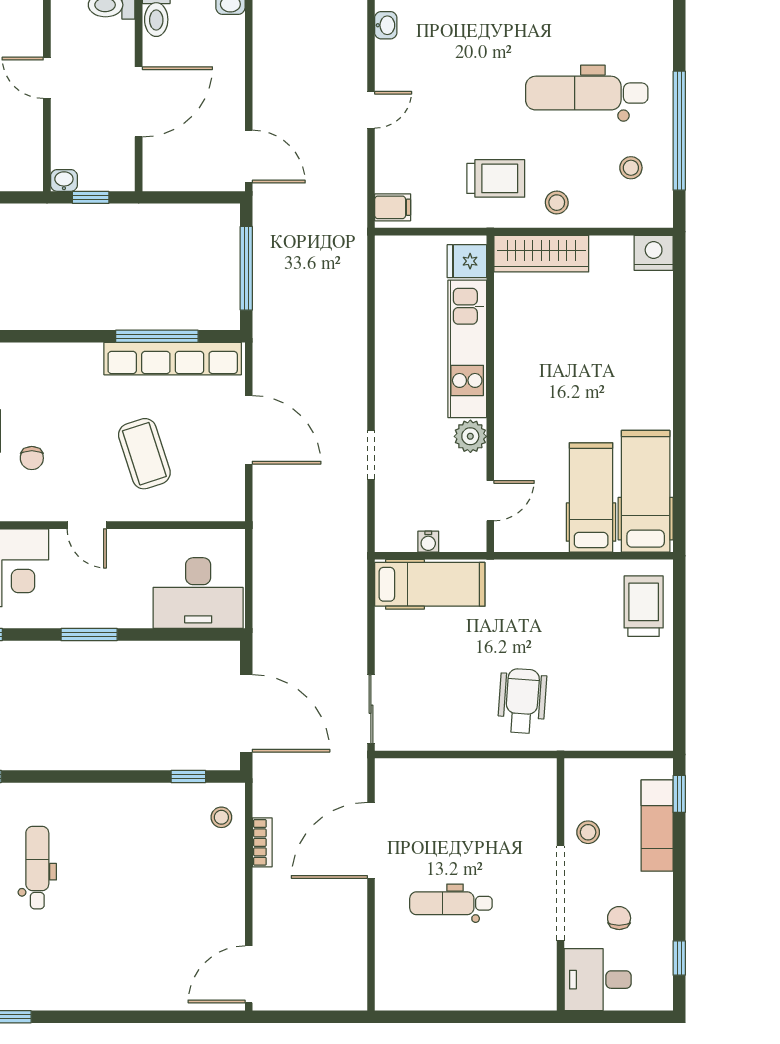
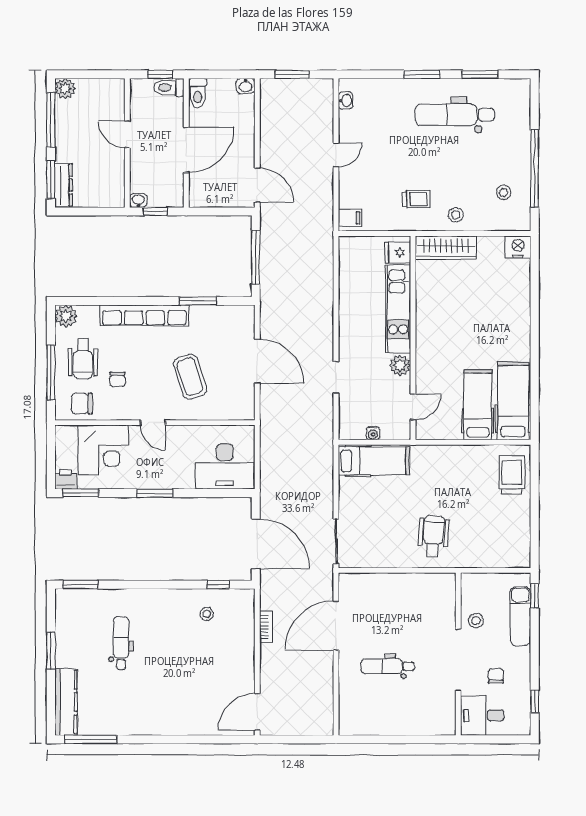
dental chair: (587, 93) -> (455, 115), moved
trolley: (496, 178) -> (416, 199), width x0.73, depth x0.72
window: (157, 336) -> (198, 301), width x0.69
row of seats: (173, 359) -> (144, 315), moved
stool: (221, 817) -> (207, 614), moved

